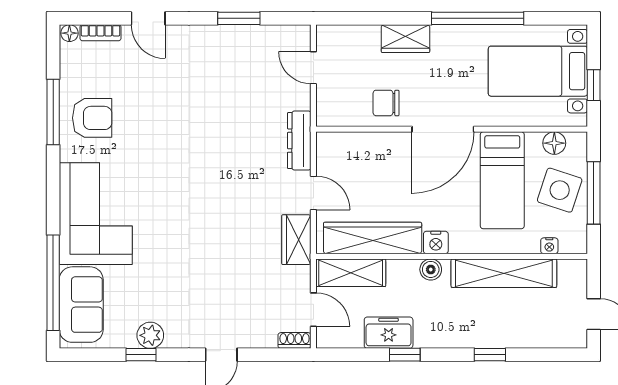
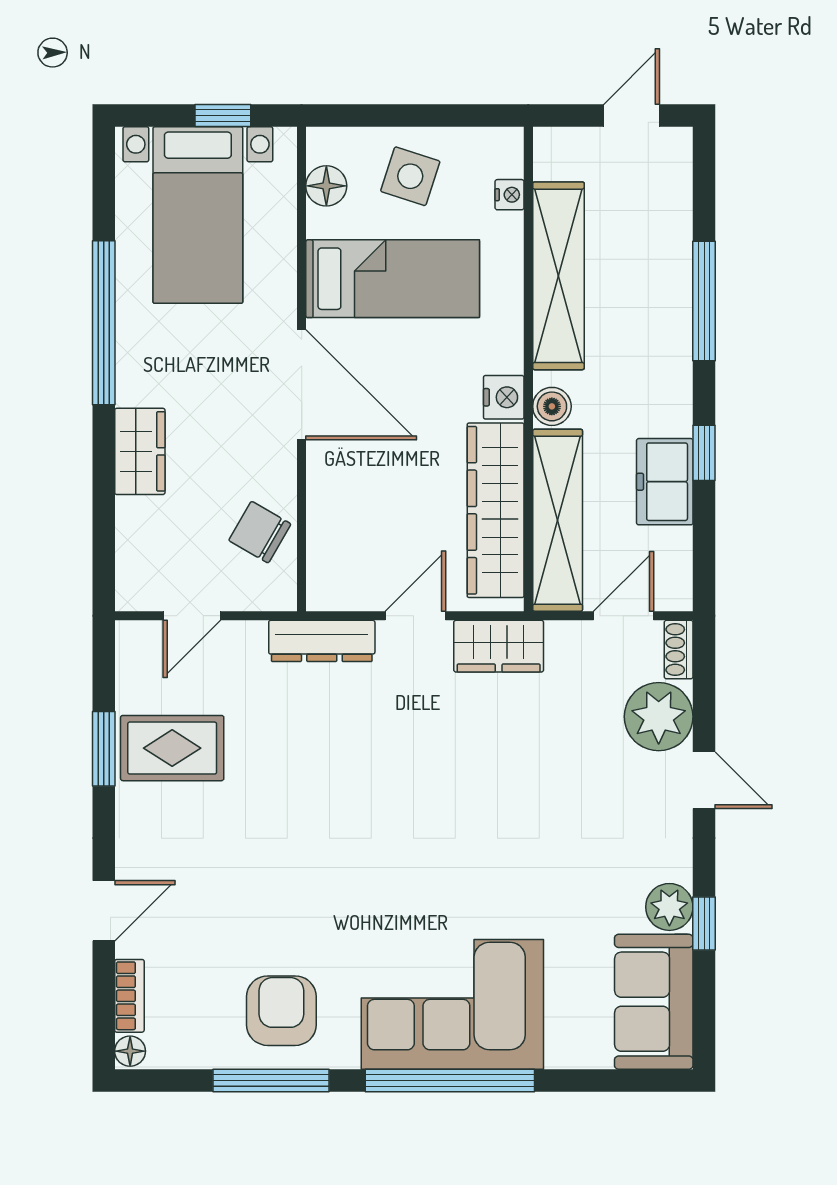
rug: (239, 57) -> (172, 748), added
chair: (386, 103) -> (260, 532), moved, turned 120
side table: (560, 190) -> (410, 176), width x0.73, depth x0.73
window: (594, 193) -> (415, 115), removed
shelving: (351, 273) -> (558, 520), width x1.47
window: (53, 283) -> (450, 1080), moved
sofa: (81, 305) -> (654, 1002), moved, turned -90
plant: (257, 329) -> (659, 717), added
window: (490, 355) -> (704, 301), width x2.17

